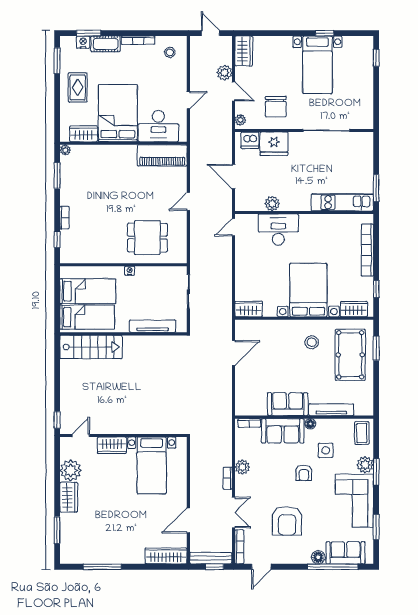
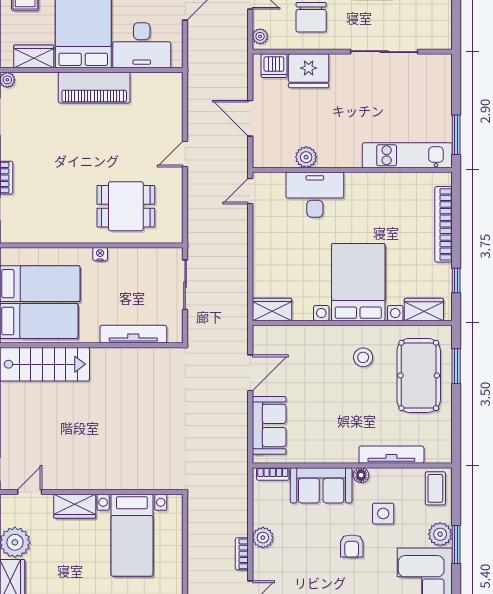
piano: (162, 155) -> (94, 88), moved
sofa: (288, 404) -> (269, 425), moved, turned 90

